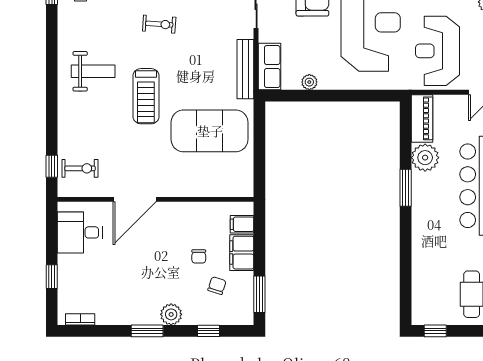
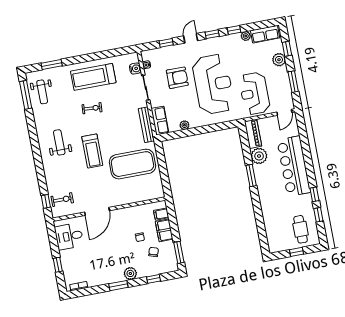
weight bench: (93, 71) -> (59, 142), turned -90
window: (435, 331) -> (296, 252), moved

